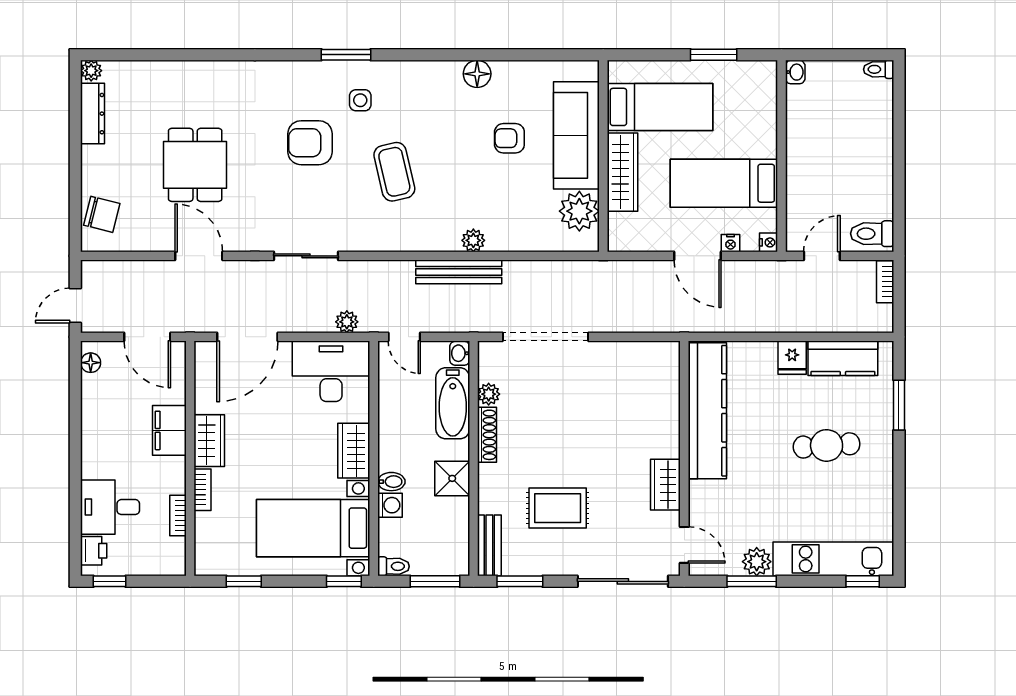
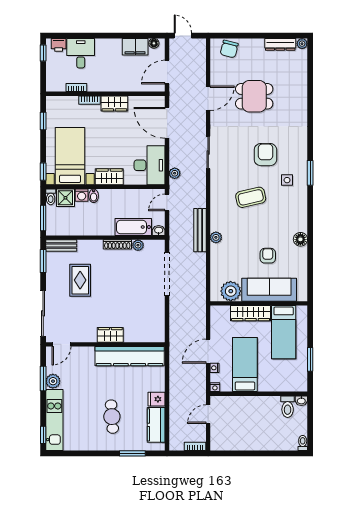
toilet: (872, 234) -> (288, 407), moved, turned 180
door: (822, 256) -> (208, 414), swing flipped
filing cabinet: (169, 430) -> (135, 47), moved, turned 180
shower: (452, 478) -> (65, 198), moved
wardrobe: (665, 485) -> (110, 335), moved

